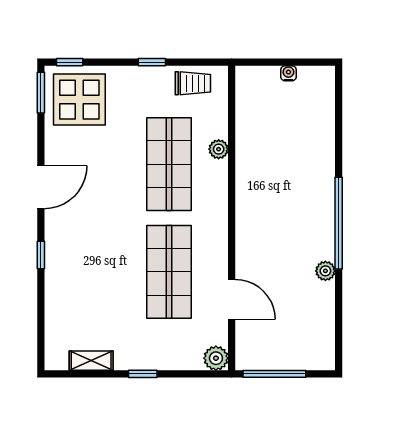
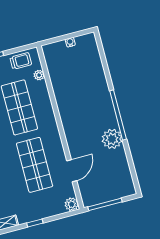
plant: (219, 149) -> (39, 75), moved
plant: (325, 271) -> (112, 139), width x1.88, depth x1.88
door: (232, 299) -> (72, 171), hinge flipped

